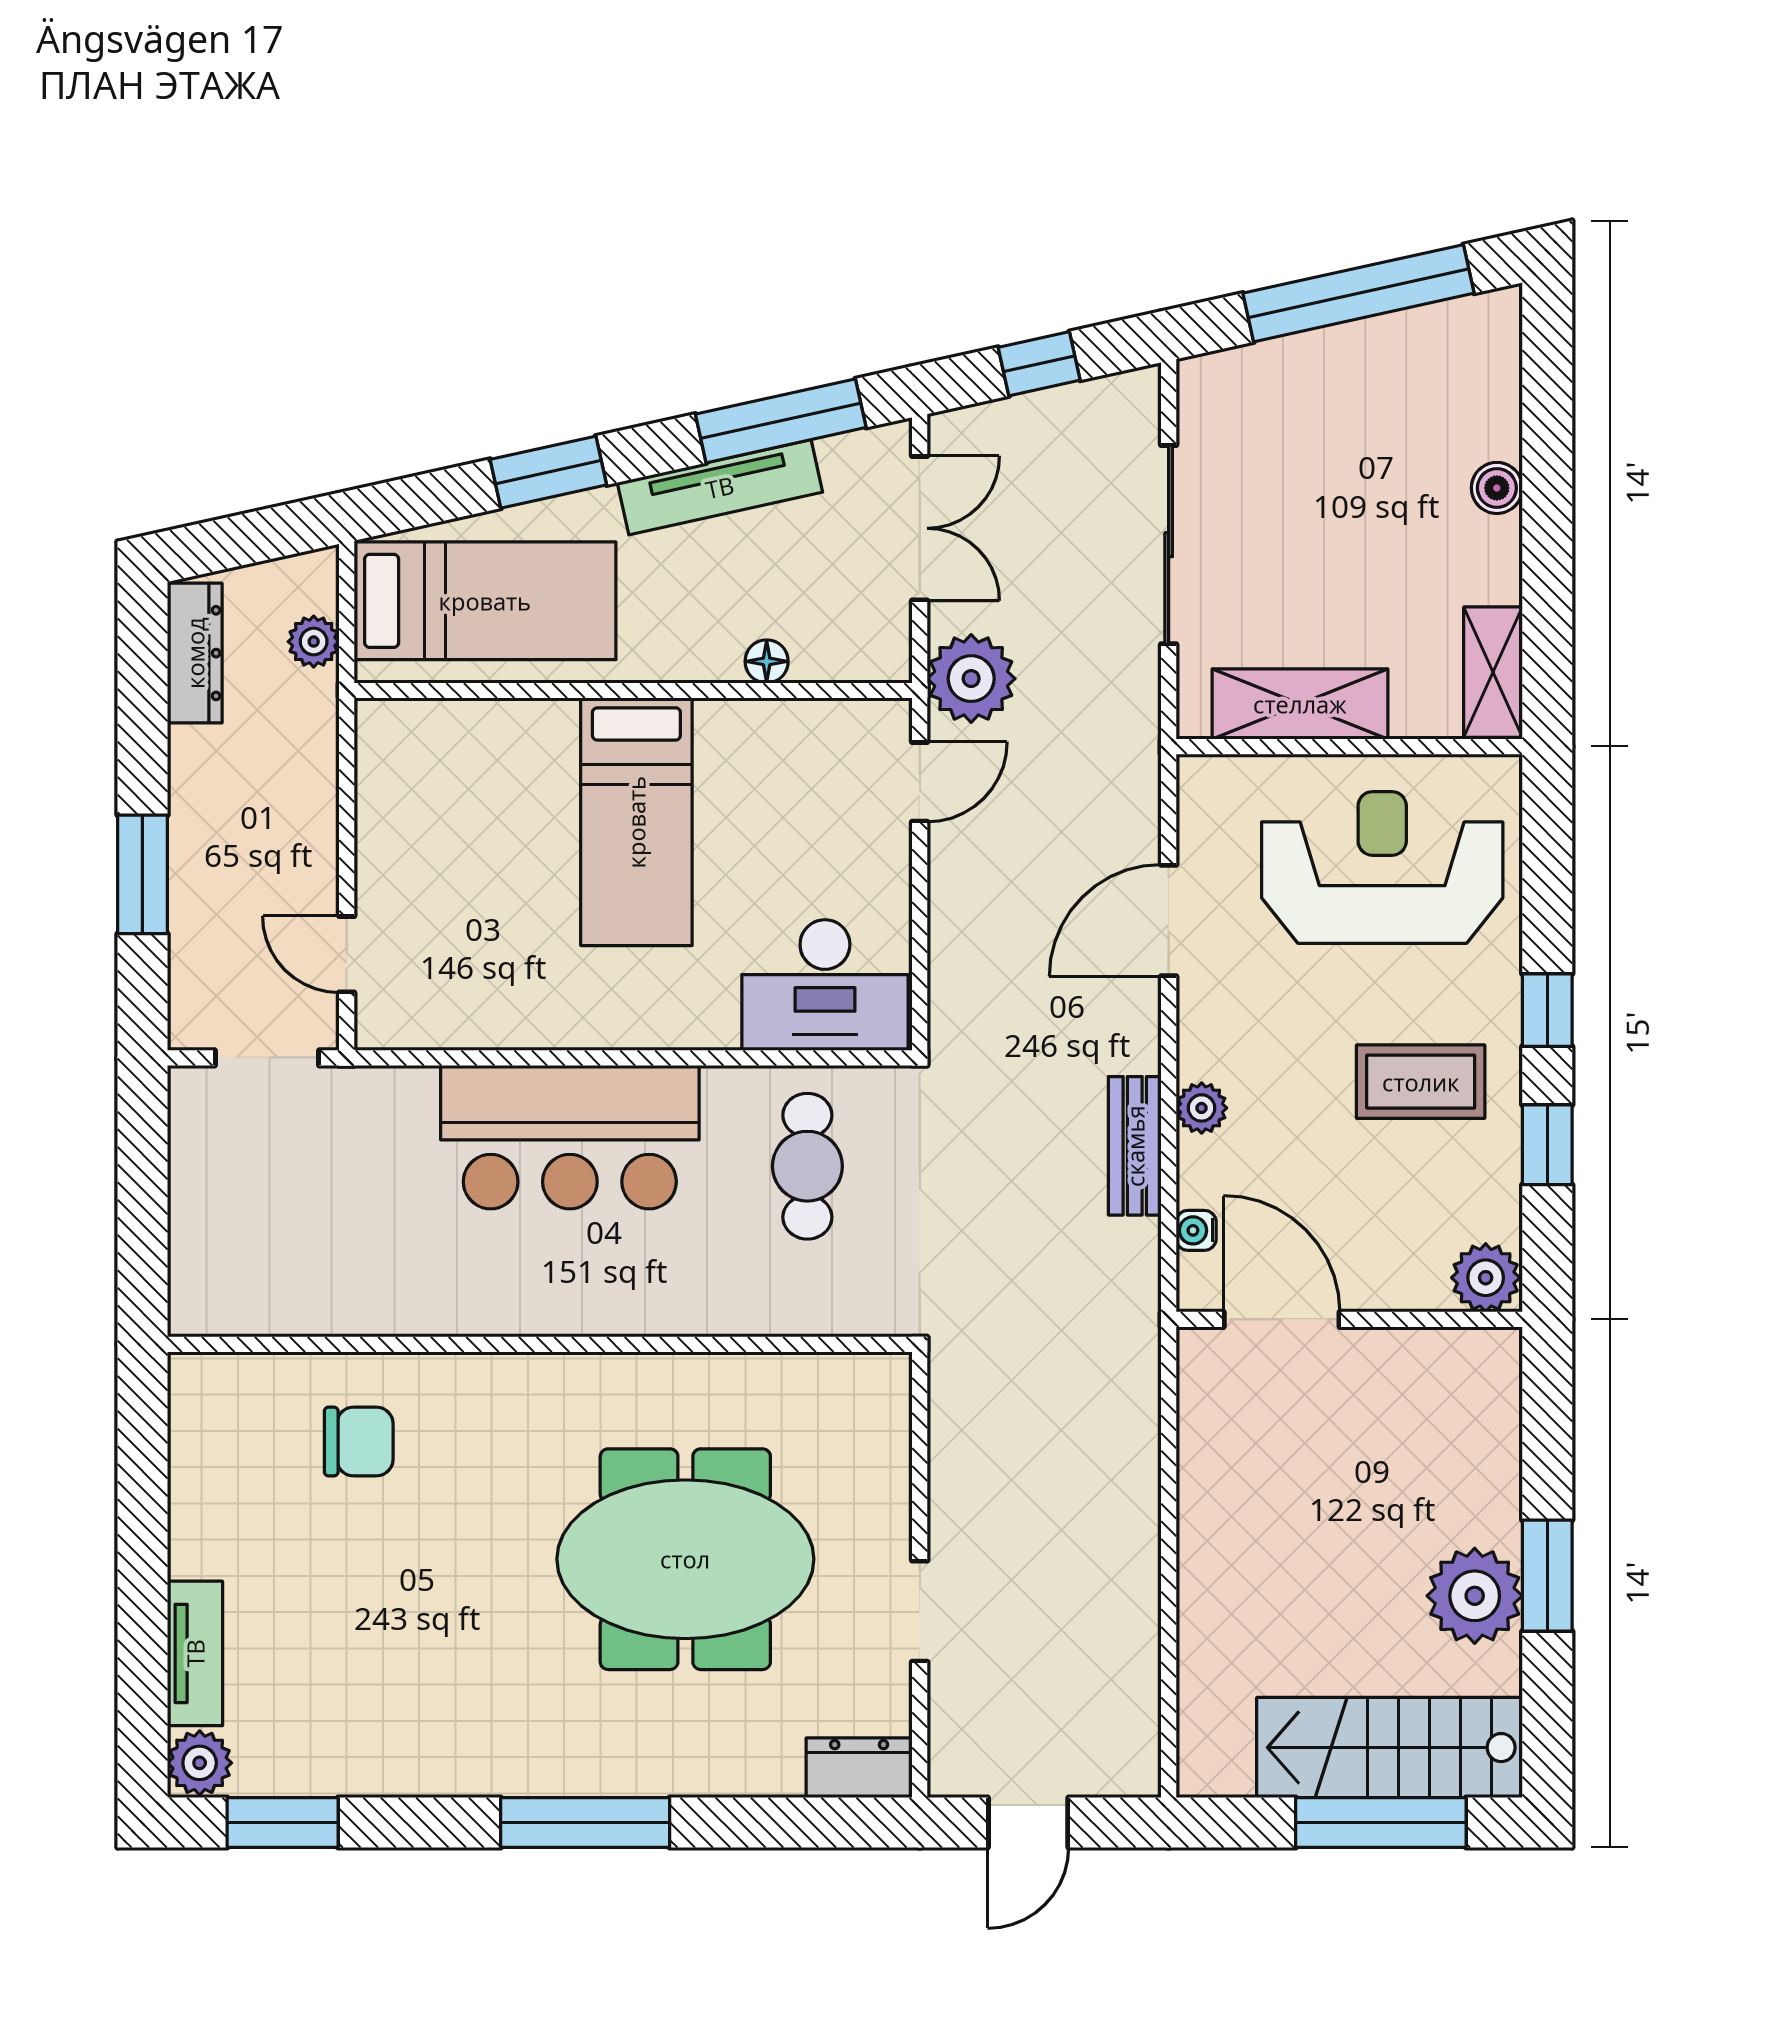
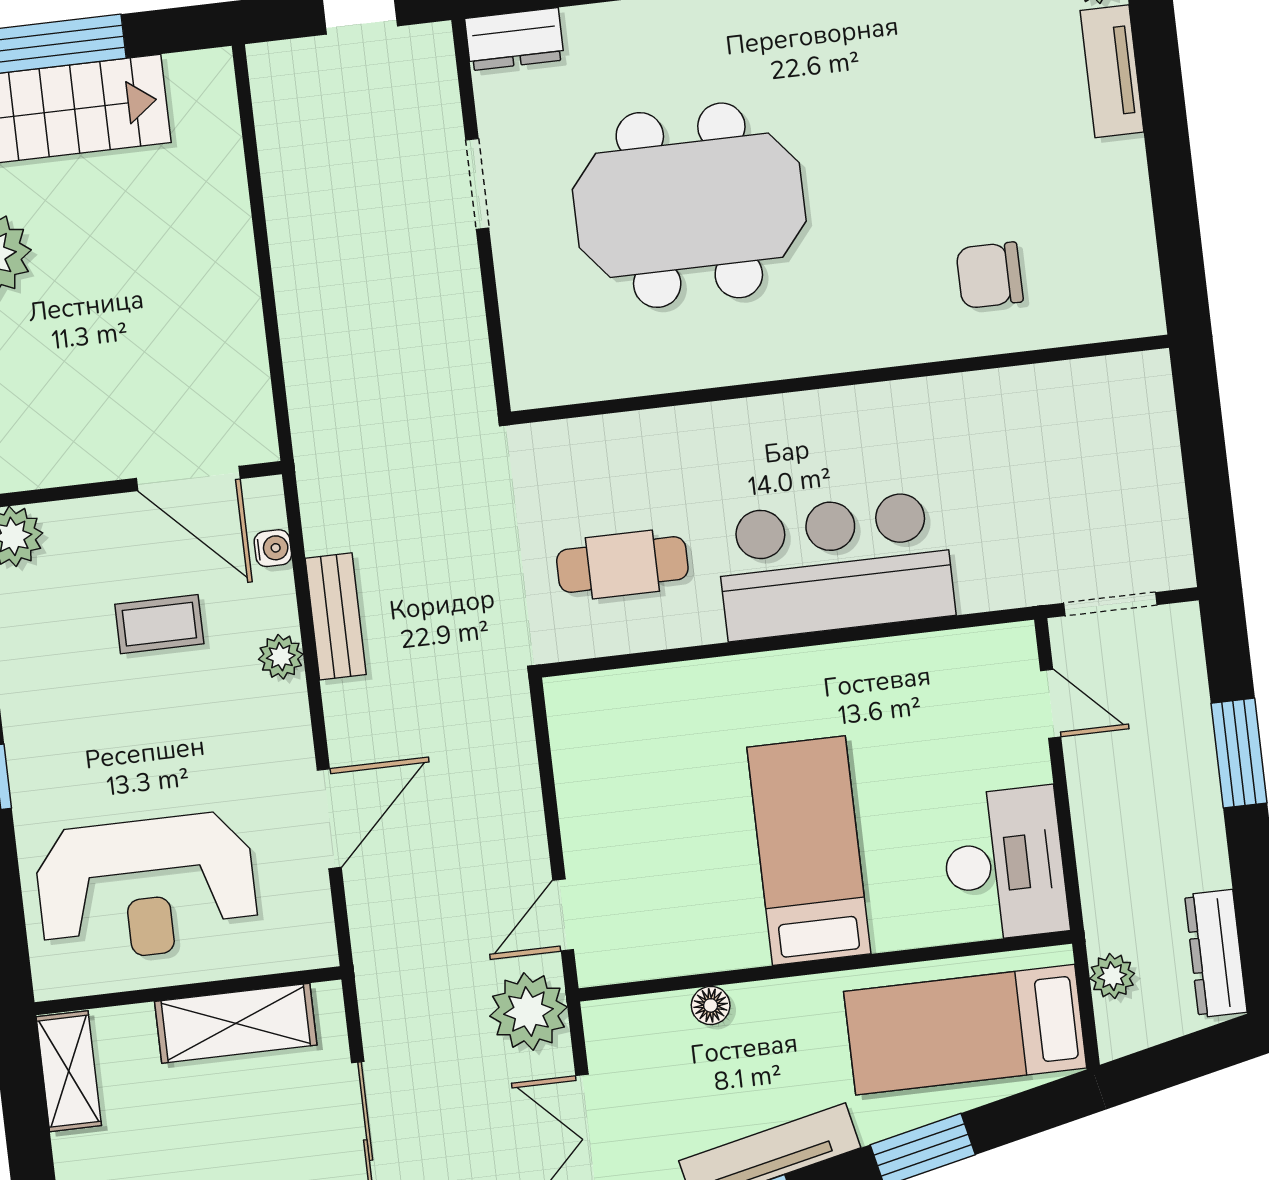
desk: (825, 985) -> (1004, 864), moved, turned 90
coffee table: (1421, 1082) -> (159, 624), moved, width x0.73, depth x0.77
cafe table: (807, 1166) -> (622, 565), turned 90

